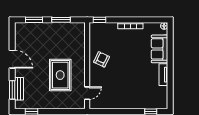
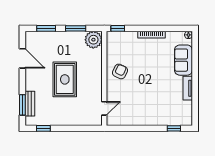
plant: (77, 30) -> (93, 40), added
door: (12, 59) -> (22, 58), moved
rug: (60, 75) -> (65, 79), moved

